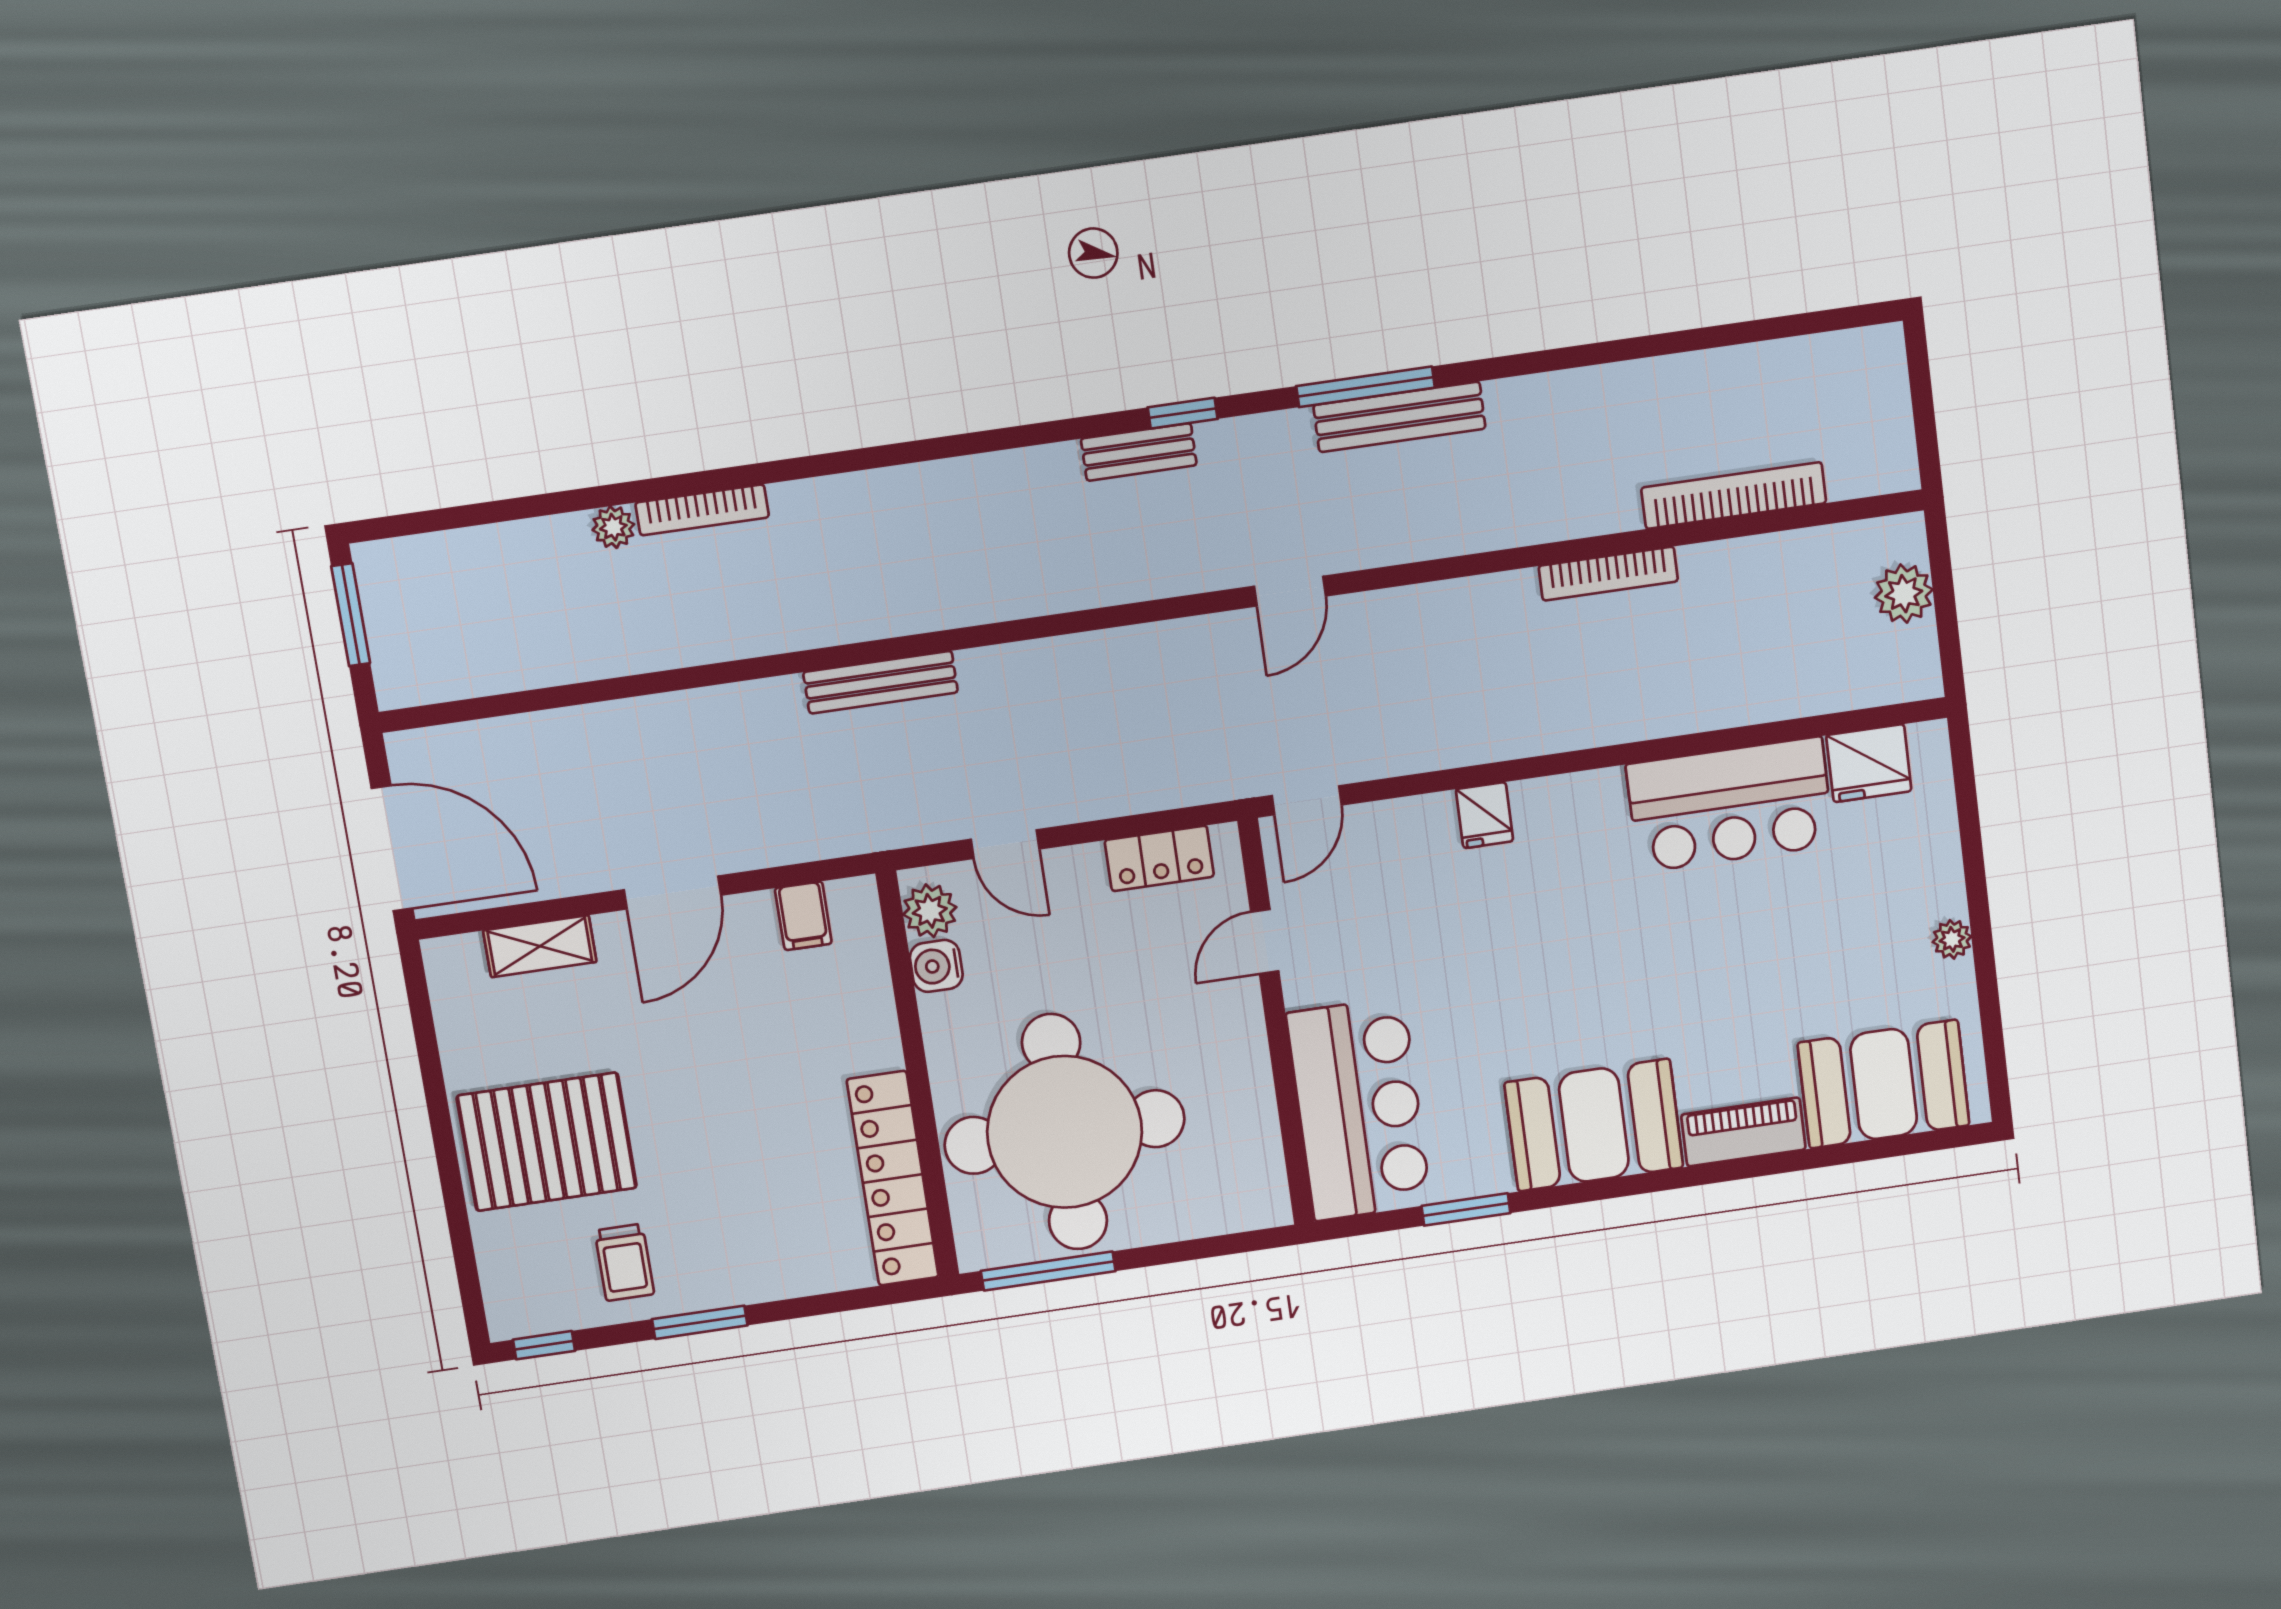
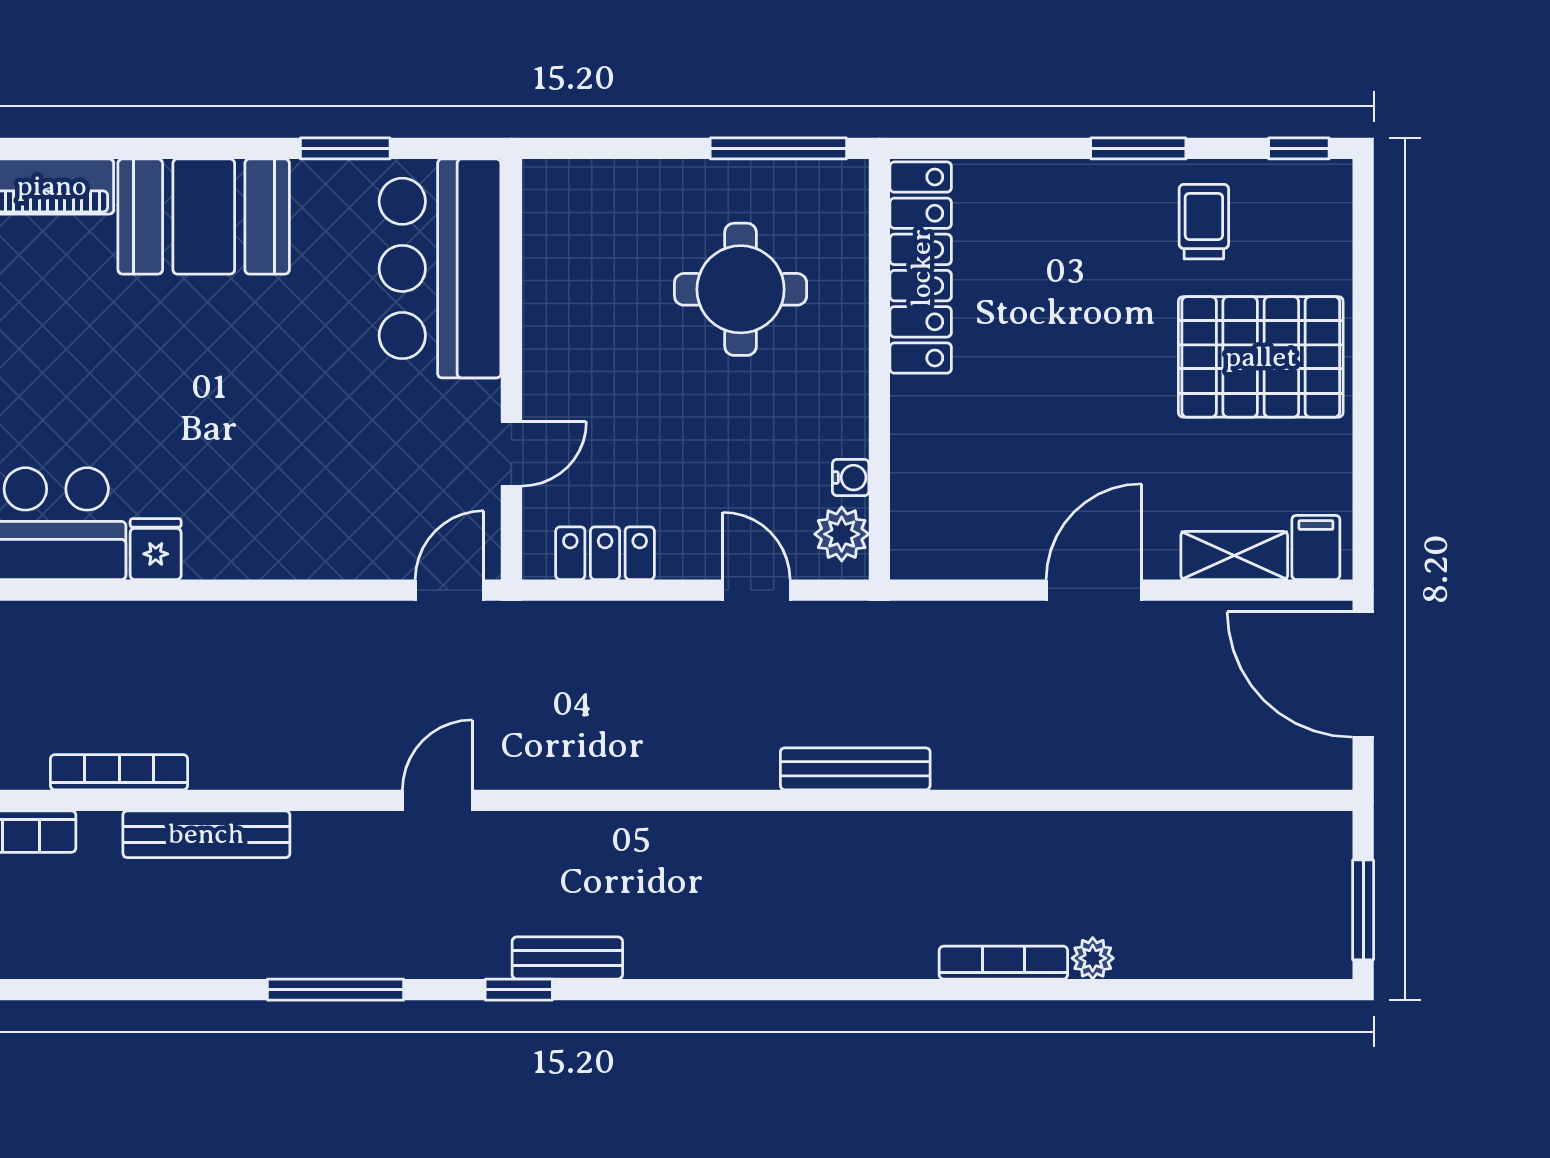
bench: (1399, 417) -> (206, 834), moved
fridge: (1485, 815) -> (156, 549), moved
filing cabinet: (803, 916) -> (1316, 547), moved
water cooler: (936, 966) -> (851, 478), width x0.72, depth x0.72
round table: (1065, 1132) -> (741, 289), width x0.54, depth x0.54

